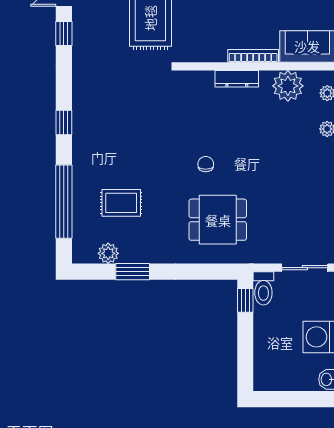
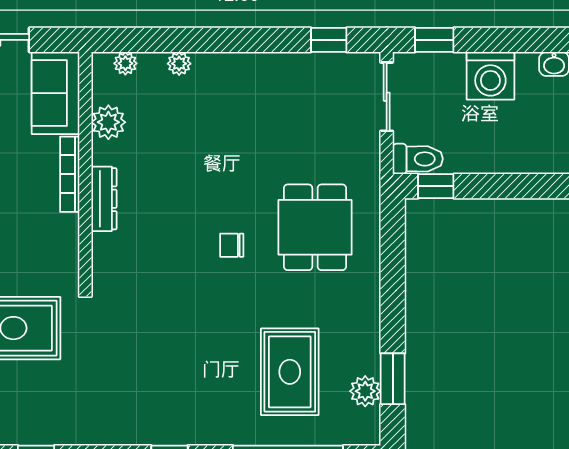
plant: (288, 86) -> (108, 122), width x0.73, depth x0.73
rug: (121, 203) -> (290, 372), width x1.36, depth x1.43
window: (133, 272) -> (393, 379), moved

